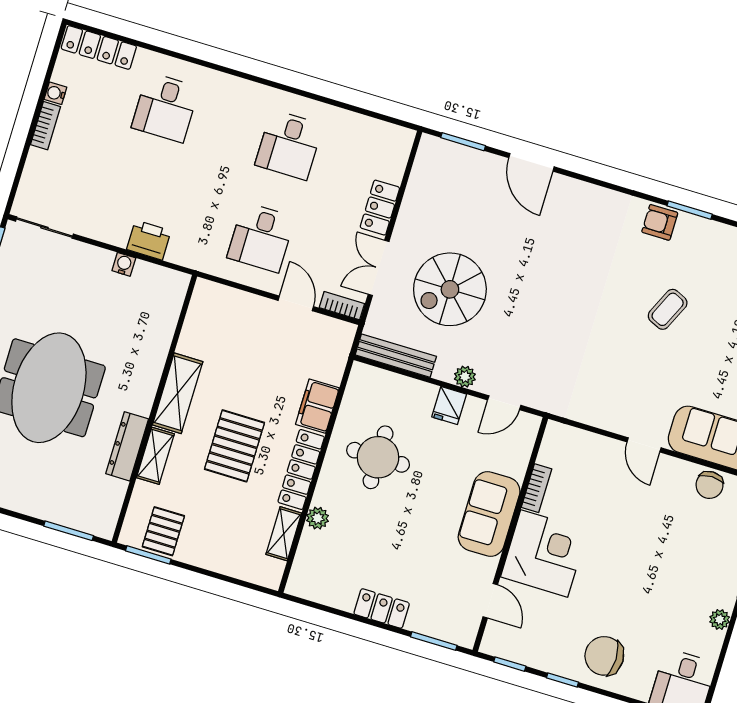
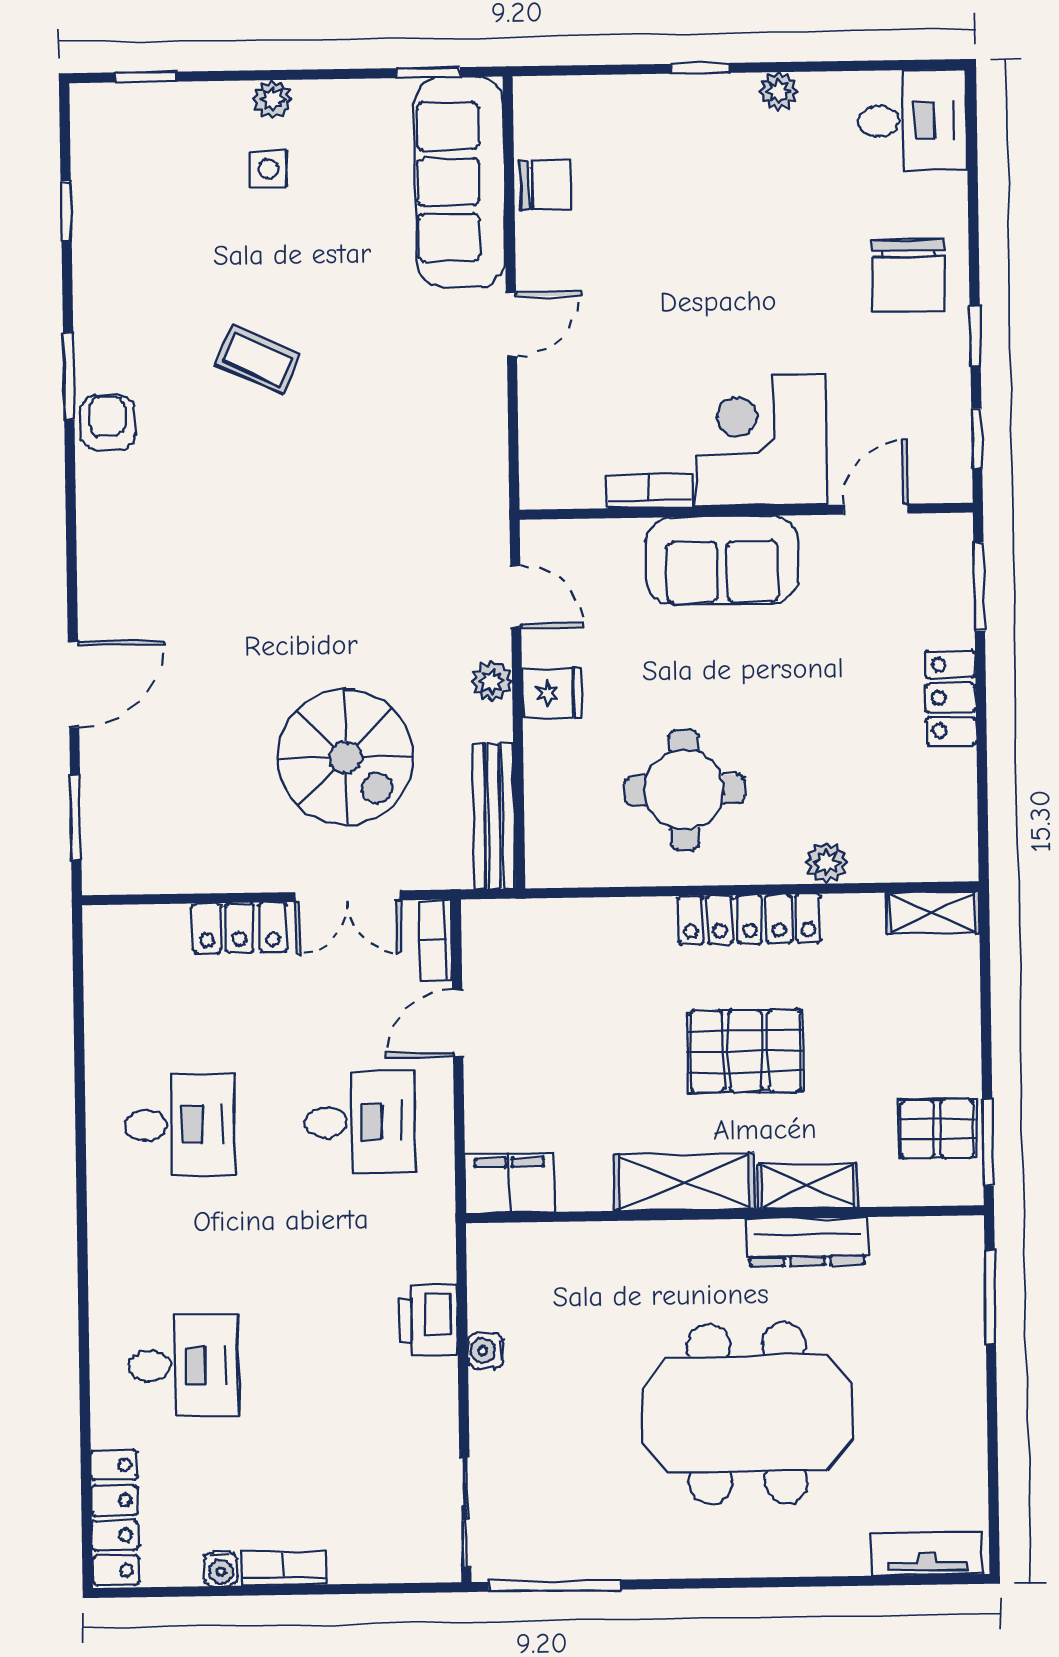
armchair: (660, 222) -> (107, 423), turned 180
filing cabinet: (317, 406) -> (509, 1183), moved, turned 180
shelving: (284, 534) -> (933, 913), moved

